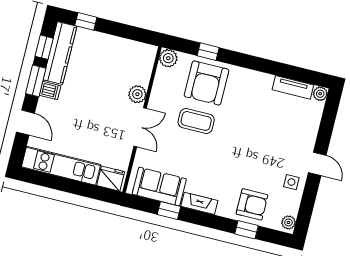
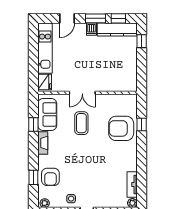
plant: (168, 58) -> (131, 100), removed
plant: (137, 94) -> (103, 86), removed
coffee table: (196, 121) -> (81, 123), moved

